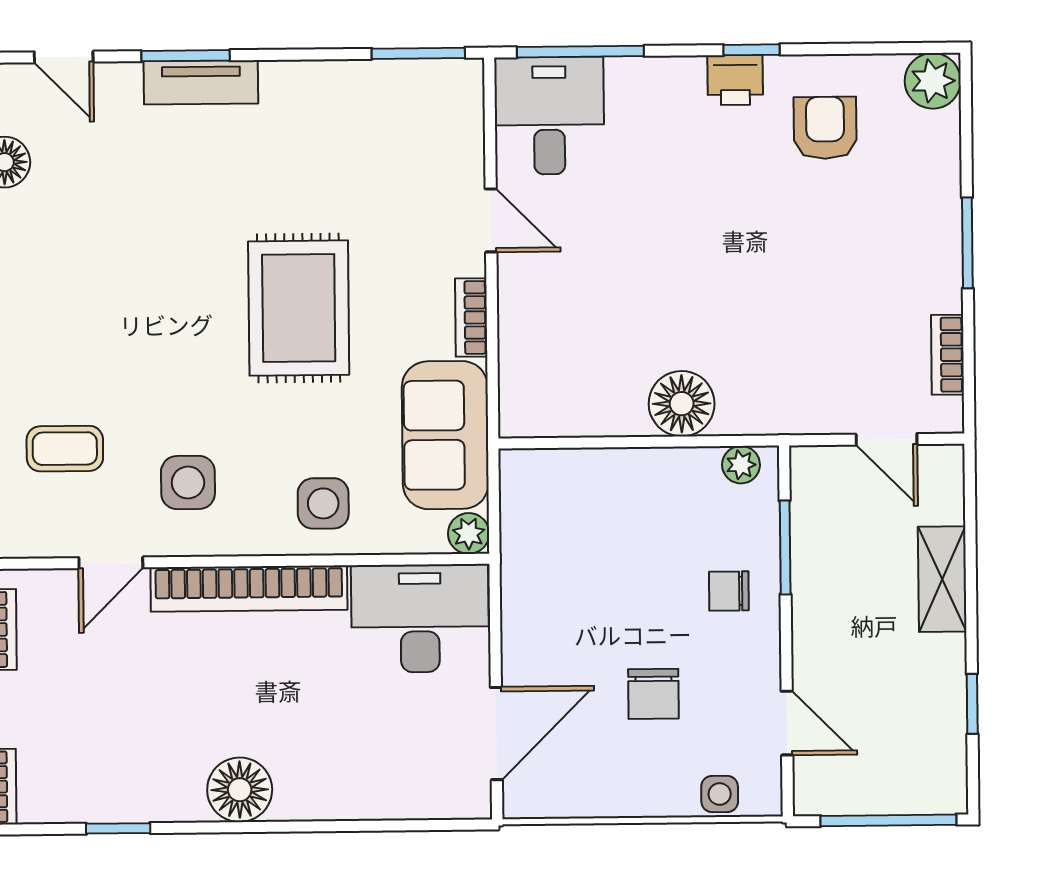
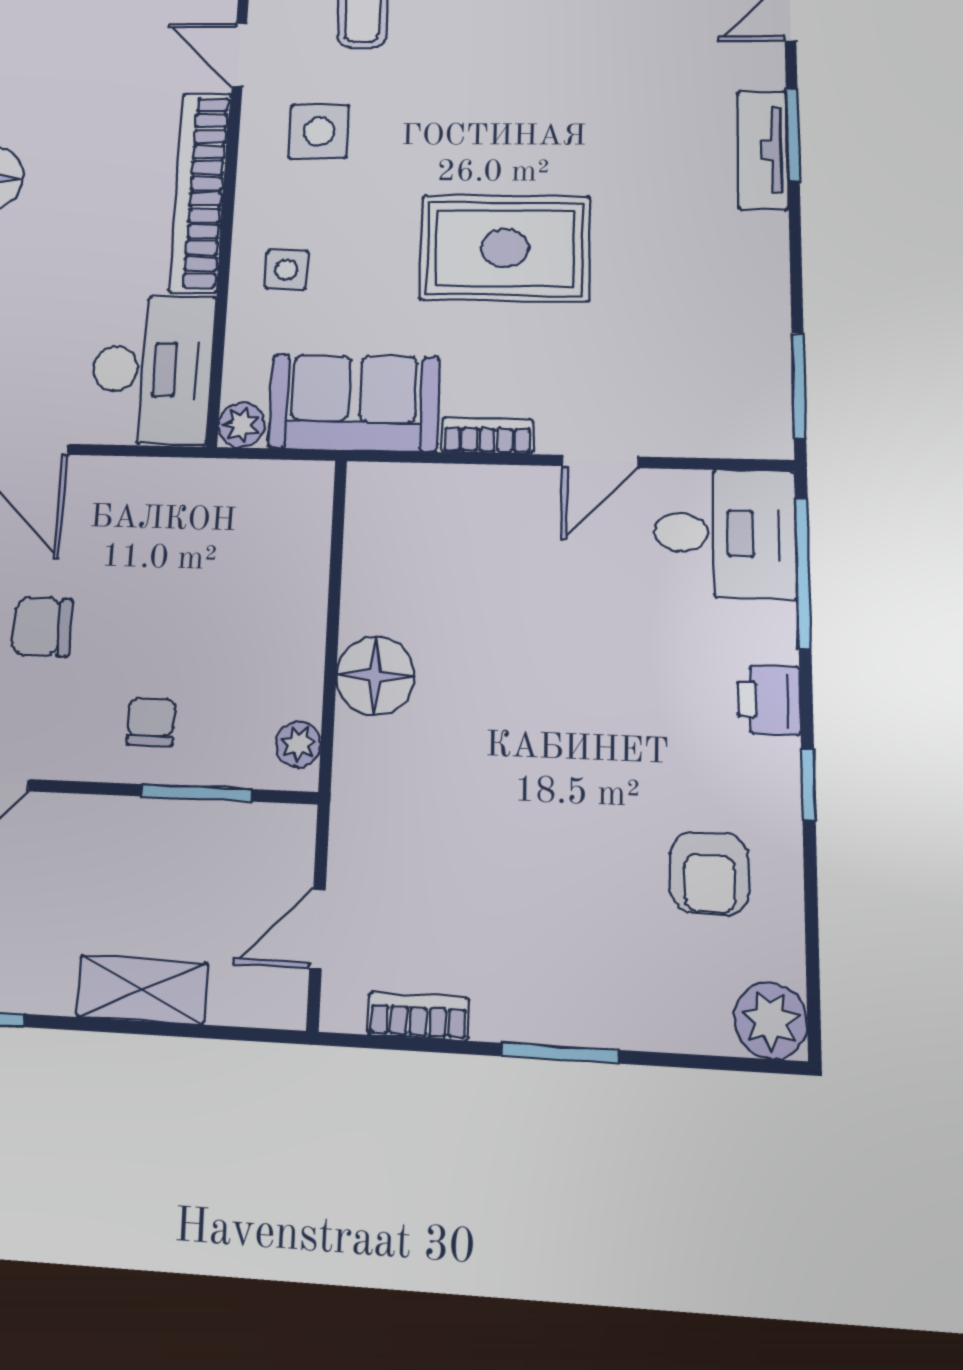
printer: (735, 80) -> (769, 700), moved
armchair: (825, 128) -> (709, 873), turned 90
side table: (323, 503) -> (286, 270), width x0.73, depth x0.73

